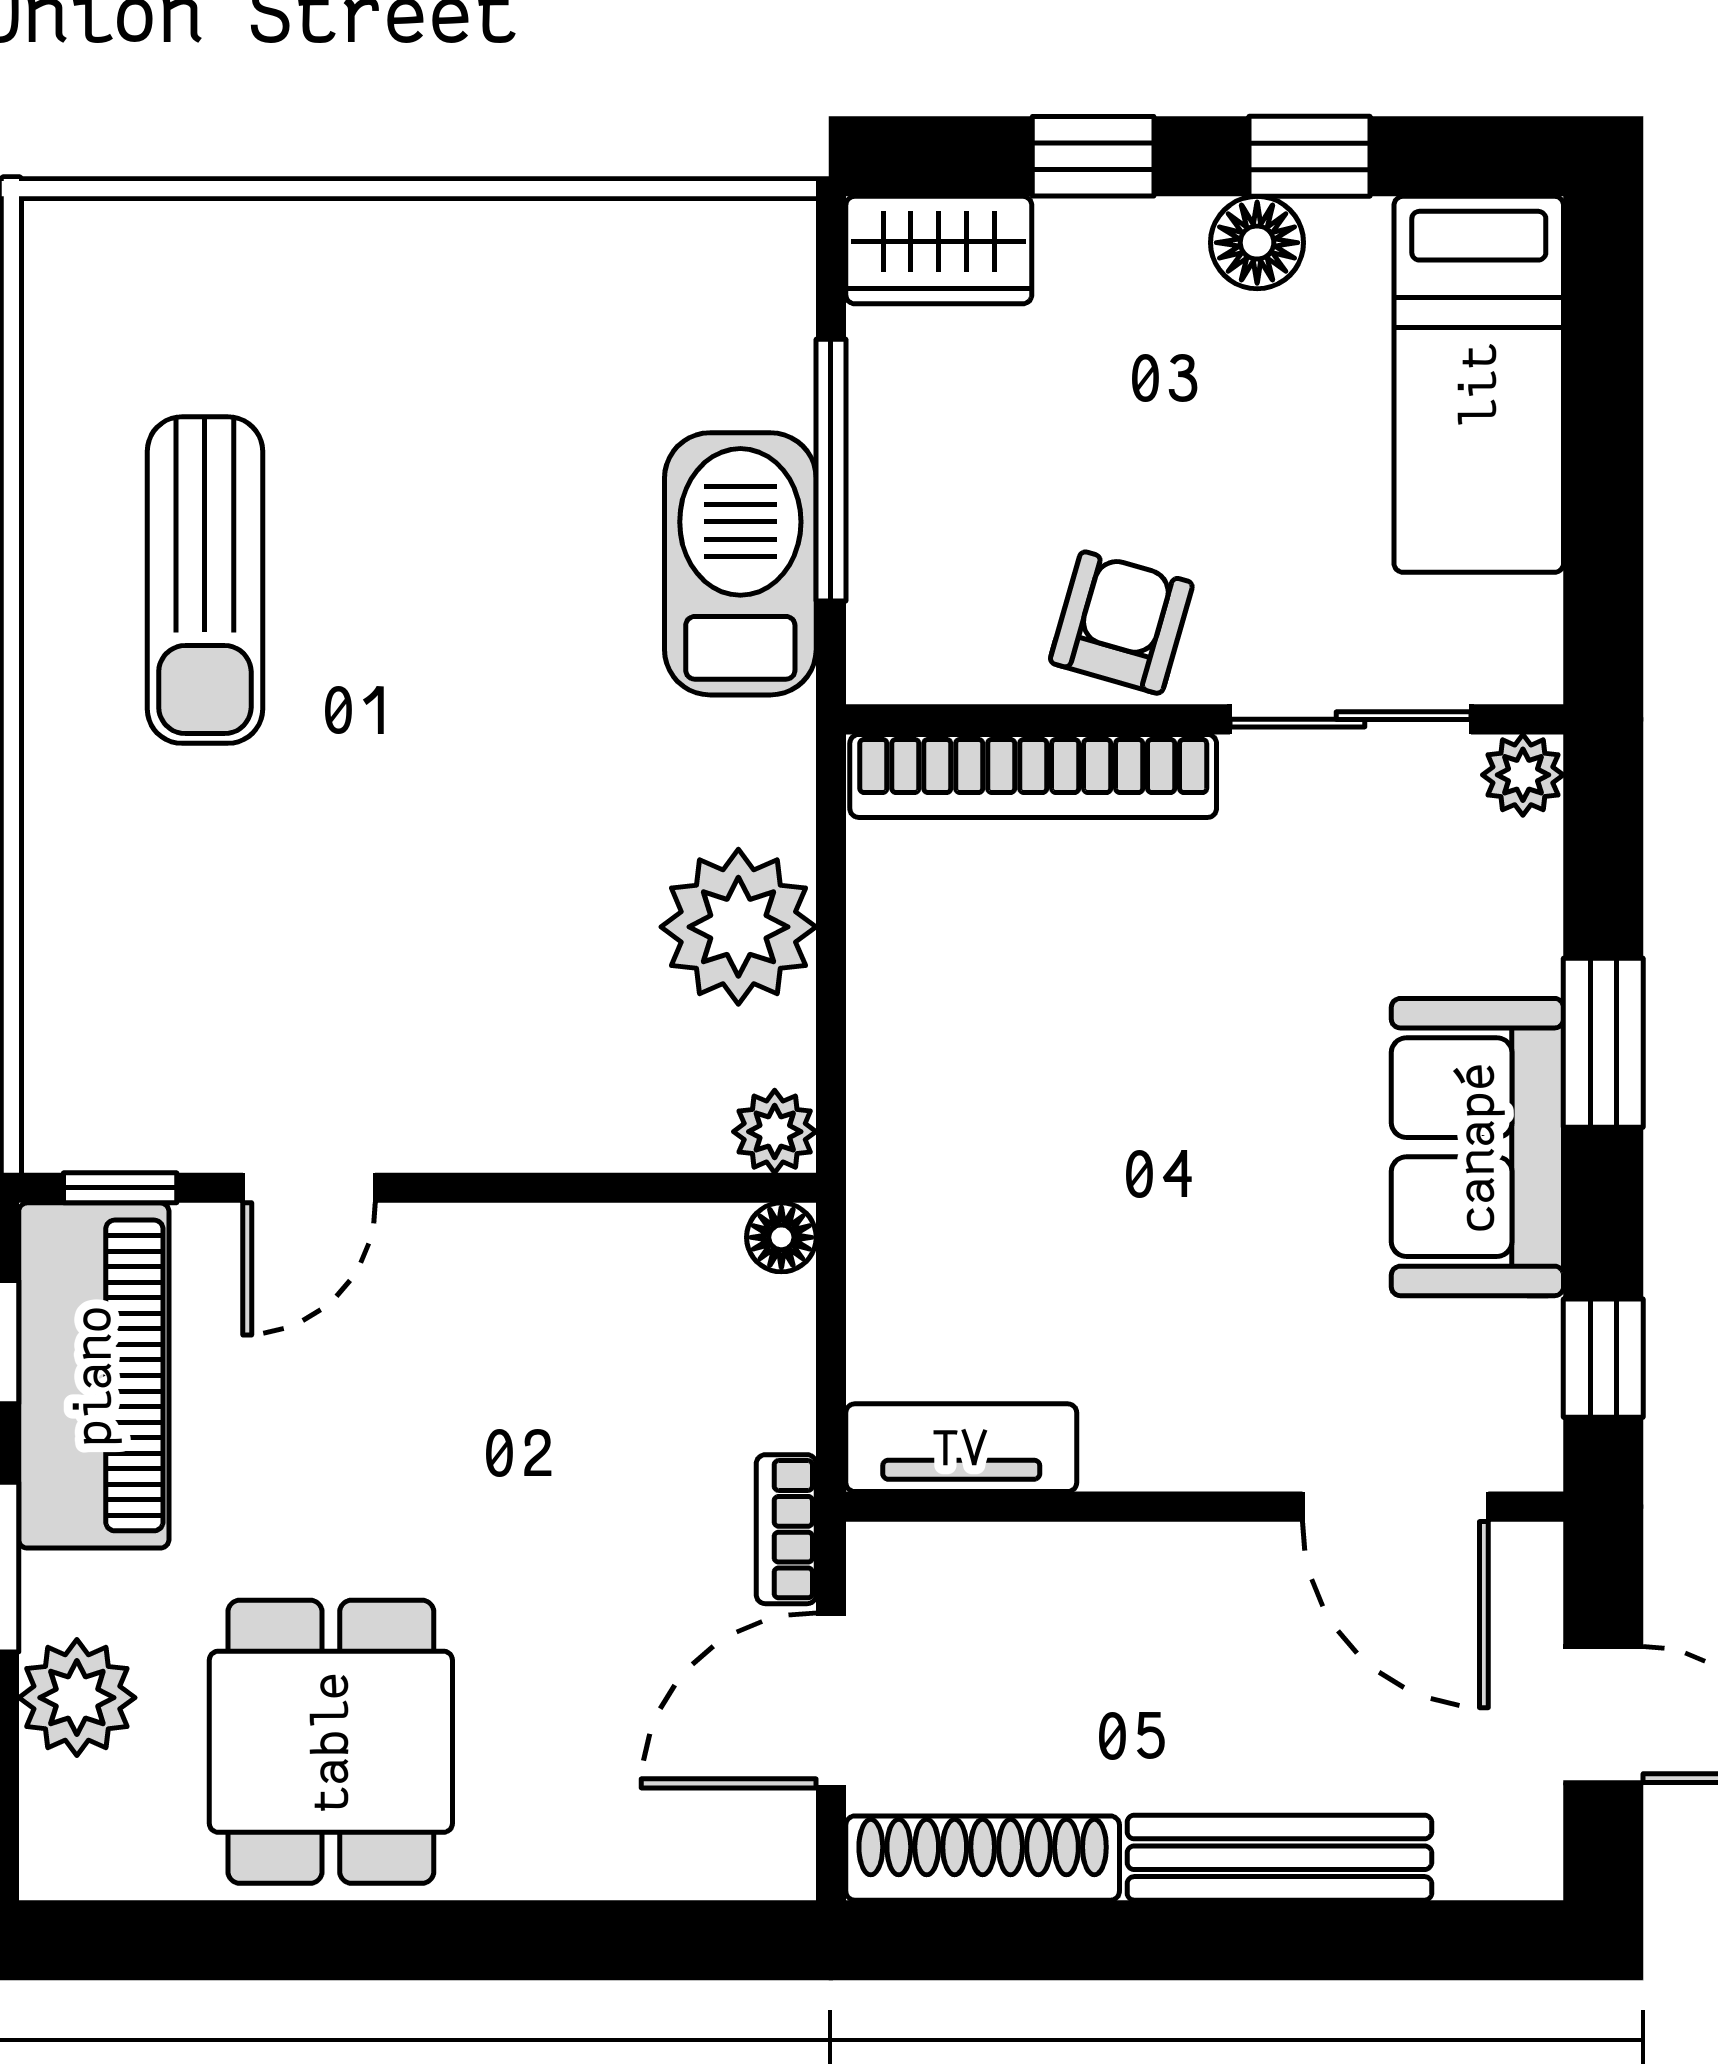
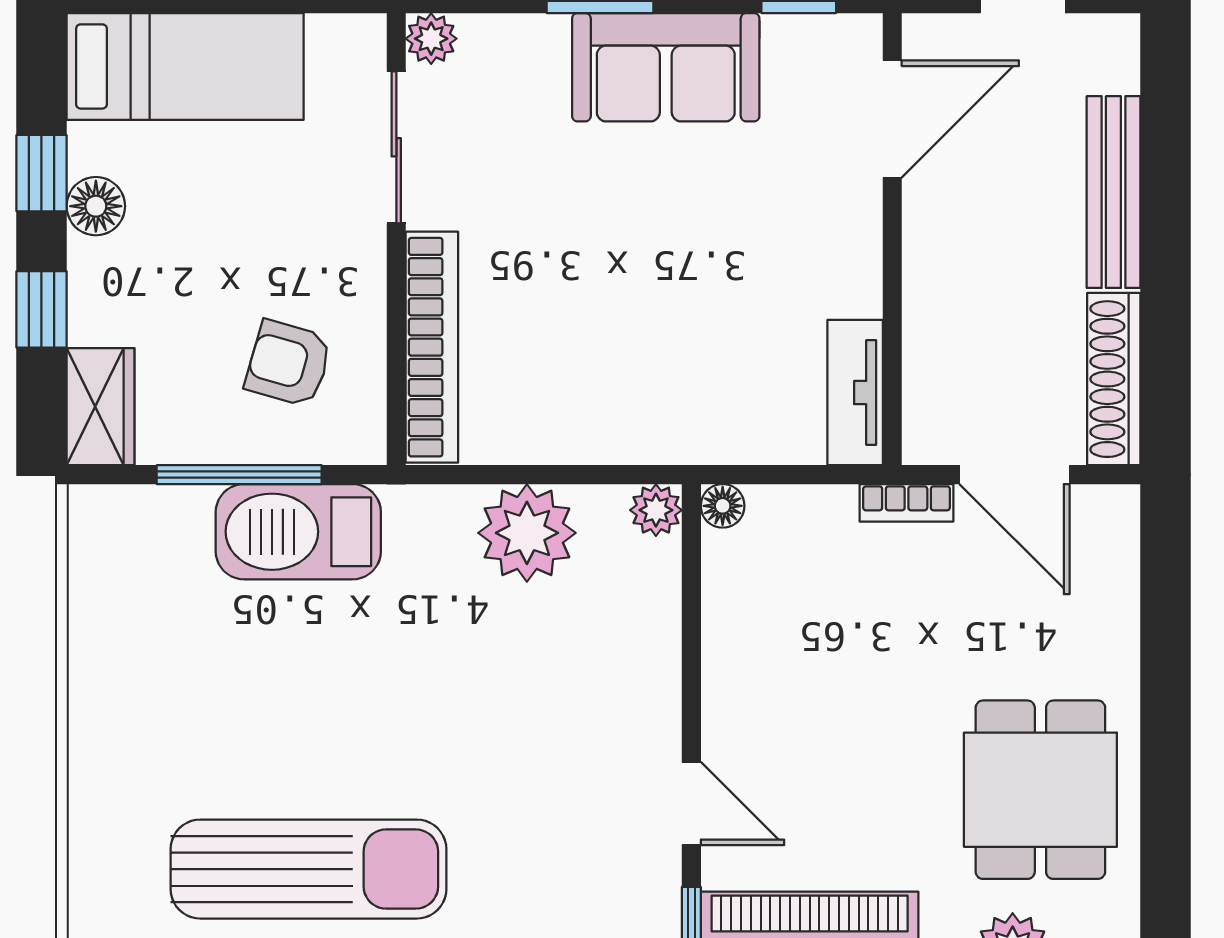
sun lounger: (205, 580) -> (308, 869), width x1.36, depth x1.34
armchair: (1121, 623) -> (289, 363), moved
dining table: (331, 1742) -> (1040, 790), turned 90

